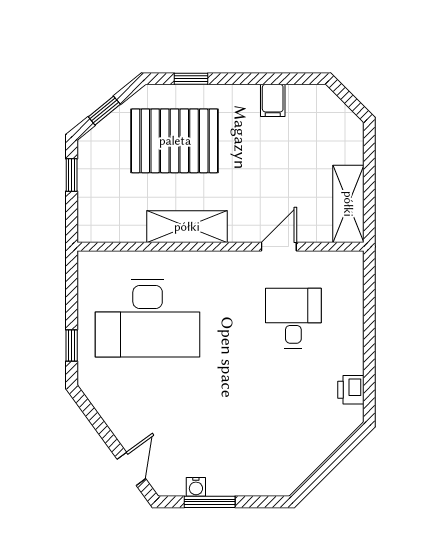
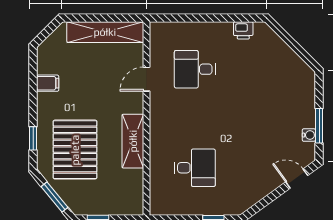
window: (104, 111) -> (55, 197), width x1.50
shelving: (348, 204) -> (105, 32), width x1.47
door: (279, 247) -> (147, 79), hinge flipped
desk: (148, 318) -> (195, 168), width x0.53, depth x0.77

